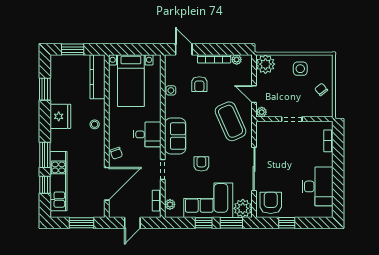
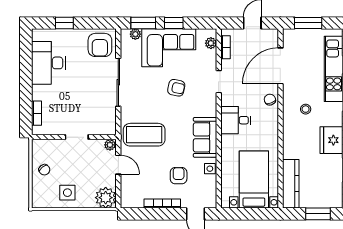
plant: (237, 60) -> (137, 203), removed
coffee table: (231, 121) -> (144, 135), turned -66
stool: (95, 124) -> (306, 109), moved
sofa: (175, 136) -> (205, 137), moved
armchair: (201, 164) -> (176, 88), turned -78
plant: (243, 208) -> (135, 34), width x0.53, depth x0.53
window: (287, 223) -> (64, 23), moved

